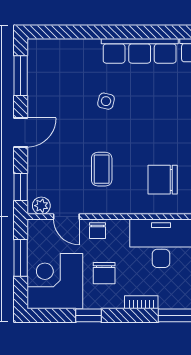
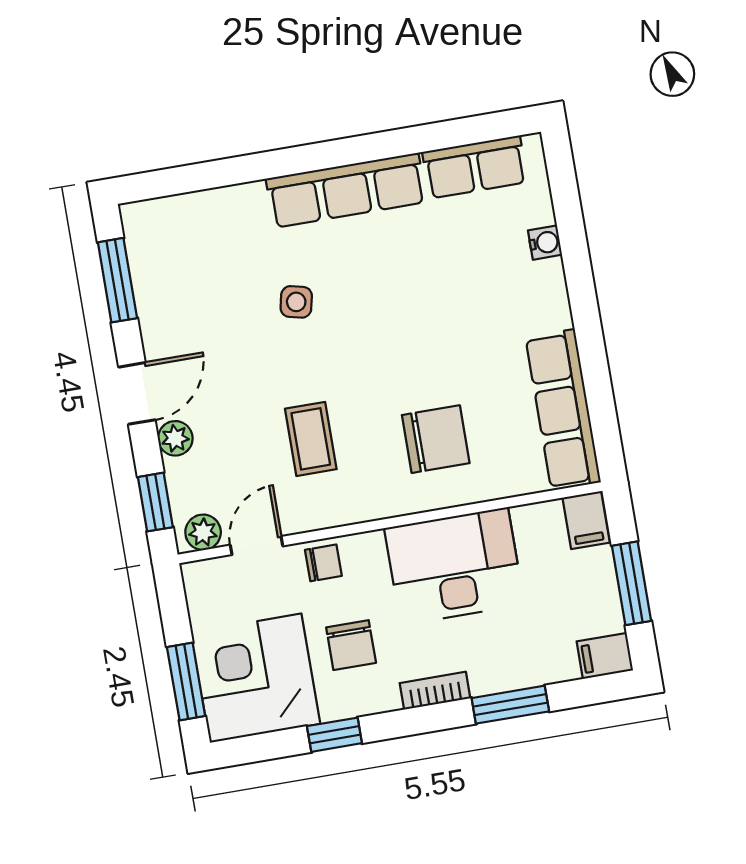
plant: (36, 158) -> (175, 438), added
chair: (163, 180) -> (436, 439), turned 180
door: (66, 217) -> (257, 546), swing flipped
chair: (97, 231) -> (323, 563), turned -90
window: (21, 258) -> (186, 682), moved

